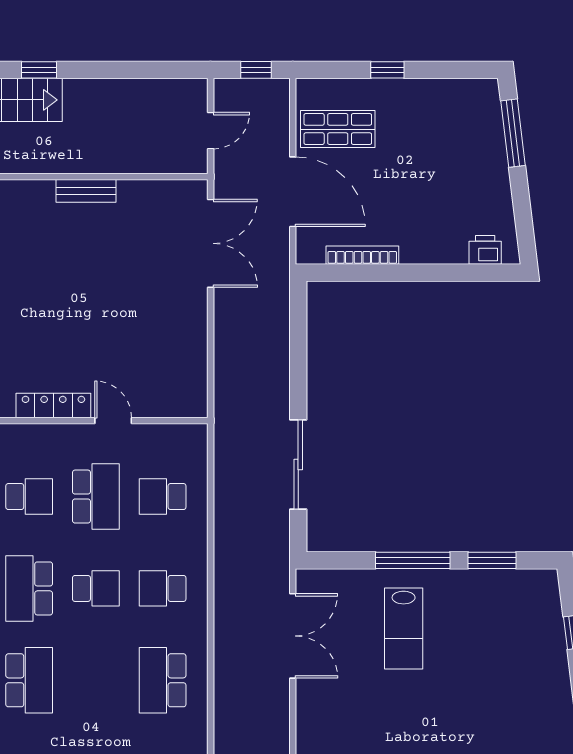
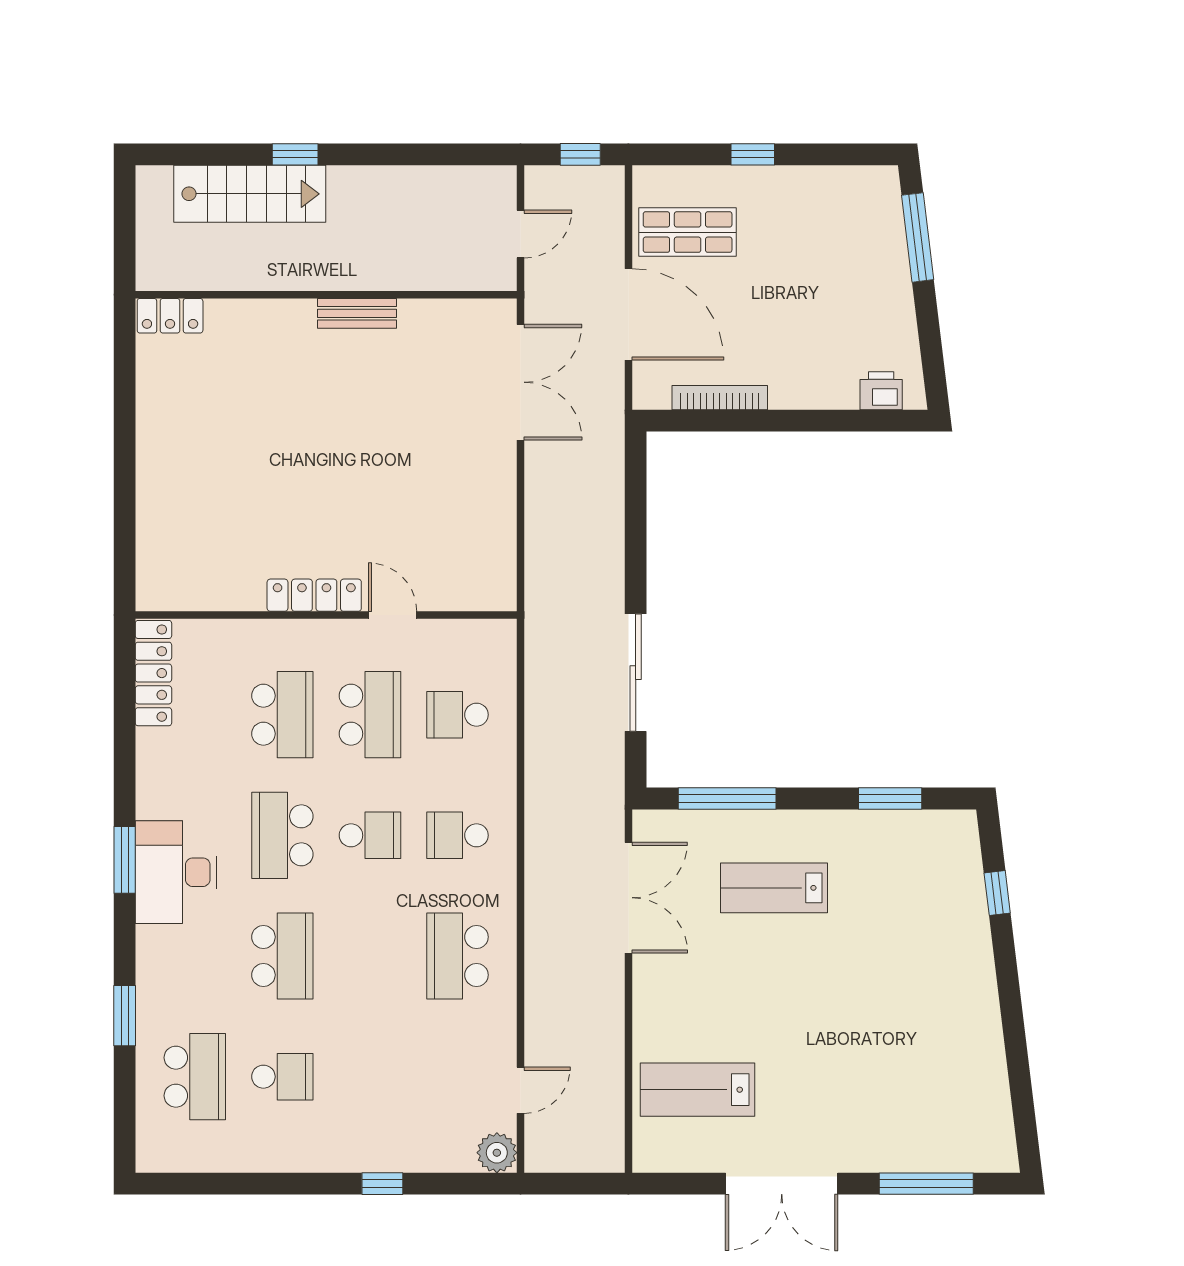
school desk: (29, 497) -> (282, 715), width x1.85
window: (413, 560) -> (727, 799), moved
lab bench: (404, 628) -> (774, 888), turned 90

